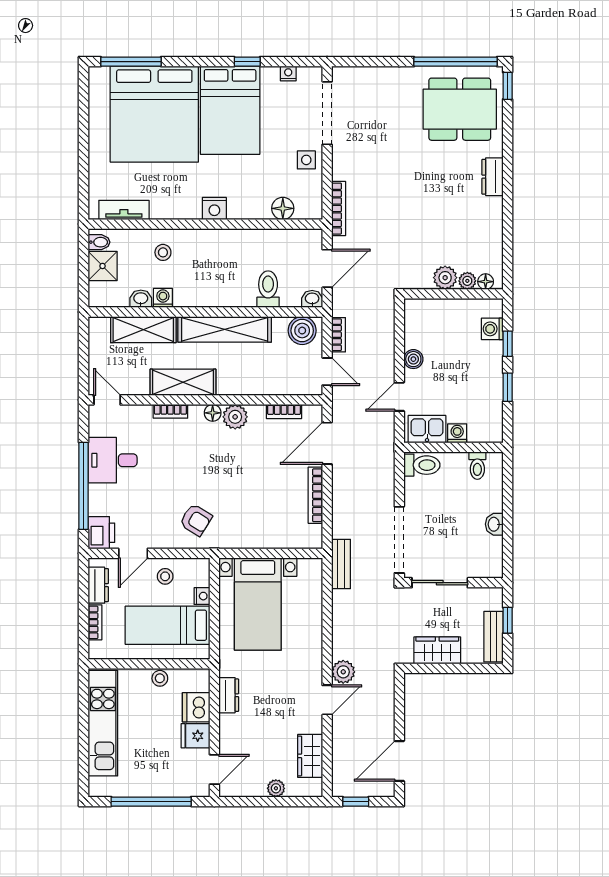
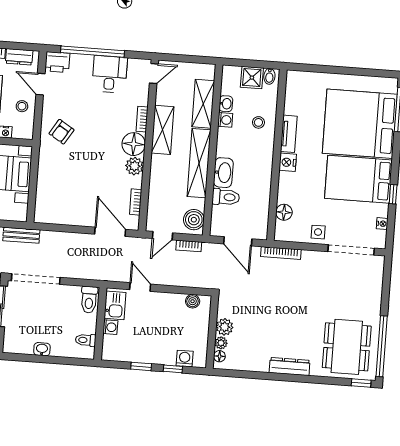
dresser: (492, 177) -> (290, 367), width x1.44
tv unit: (124, 210) -> (289, 134), moved
washbasin: (312, 299) -> (223, 173), moved, width x1.91, depth x1.45
boiler: (413, 359) -> (193, 301), moved
floor lamp: (213, 413) -> (134, 144), width x1.89, depth x1.89
bookcase: (315, 495) -> (73, 220), removed

